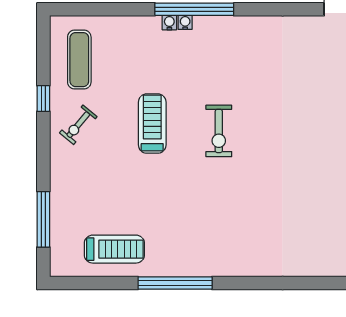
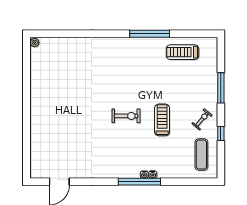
treadmill: (152, 124) -> (162, 120), turned 180
exercise bike: (219, 131) -> (126, 116), turned 90
window: (43, 219) -> (221, 88), moved

